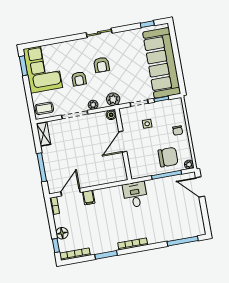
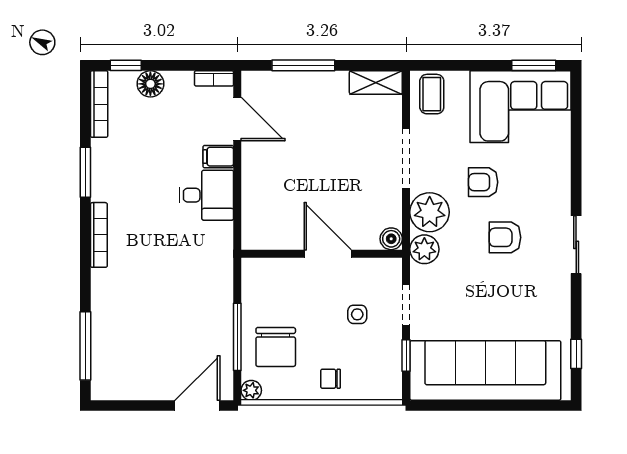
plant: (93, 105) -> (430, 212), width x1.87, depth x1.87
desk: (135, 195) -> (206, 195), moved

